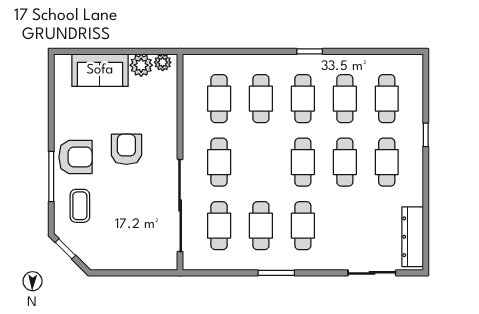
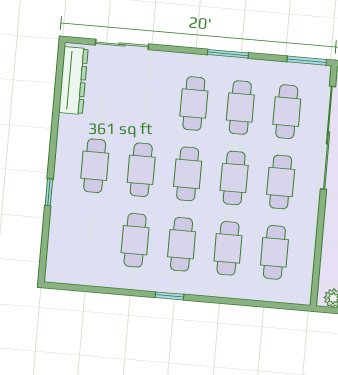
cafe table: (387, 99) -> (234, 178), moved
window: (205, 273) -> (307, 61), added

